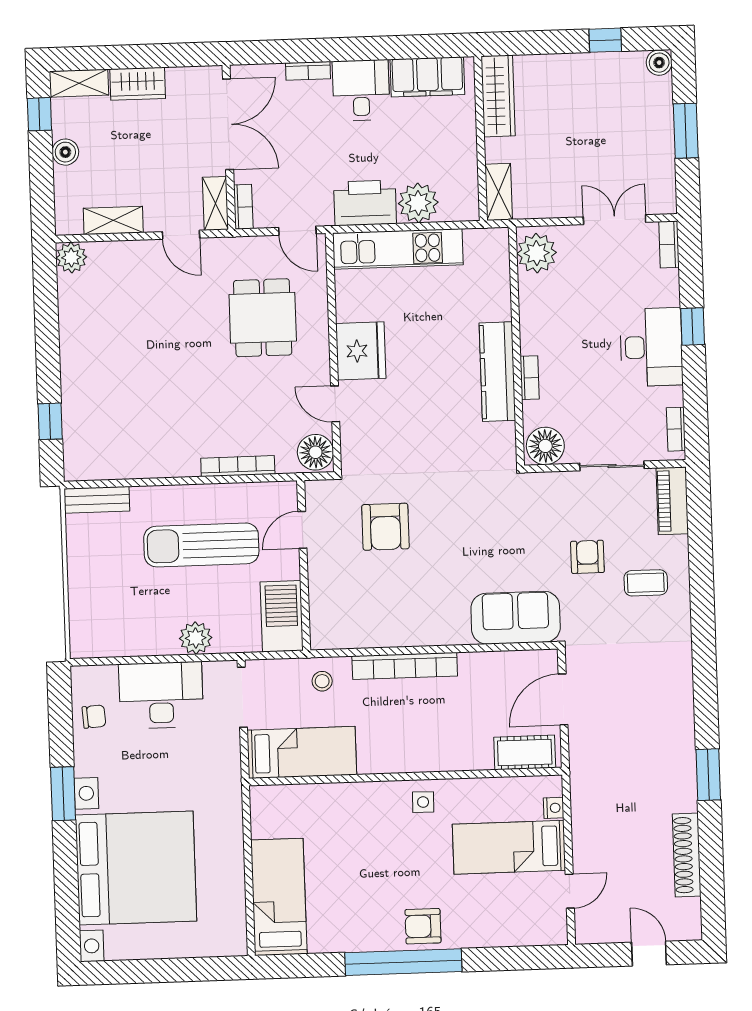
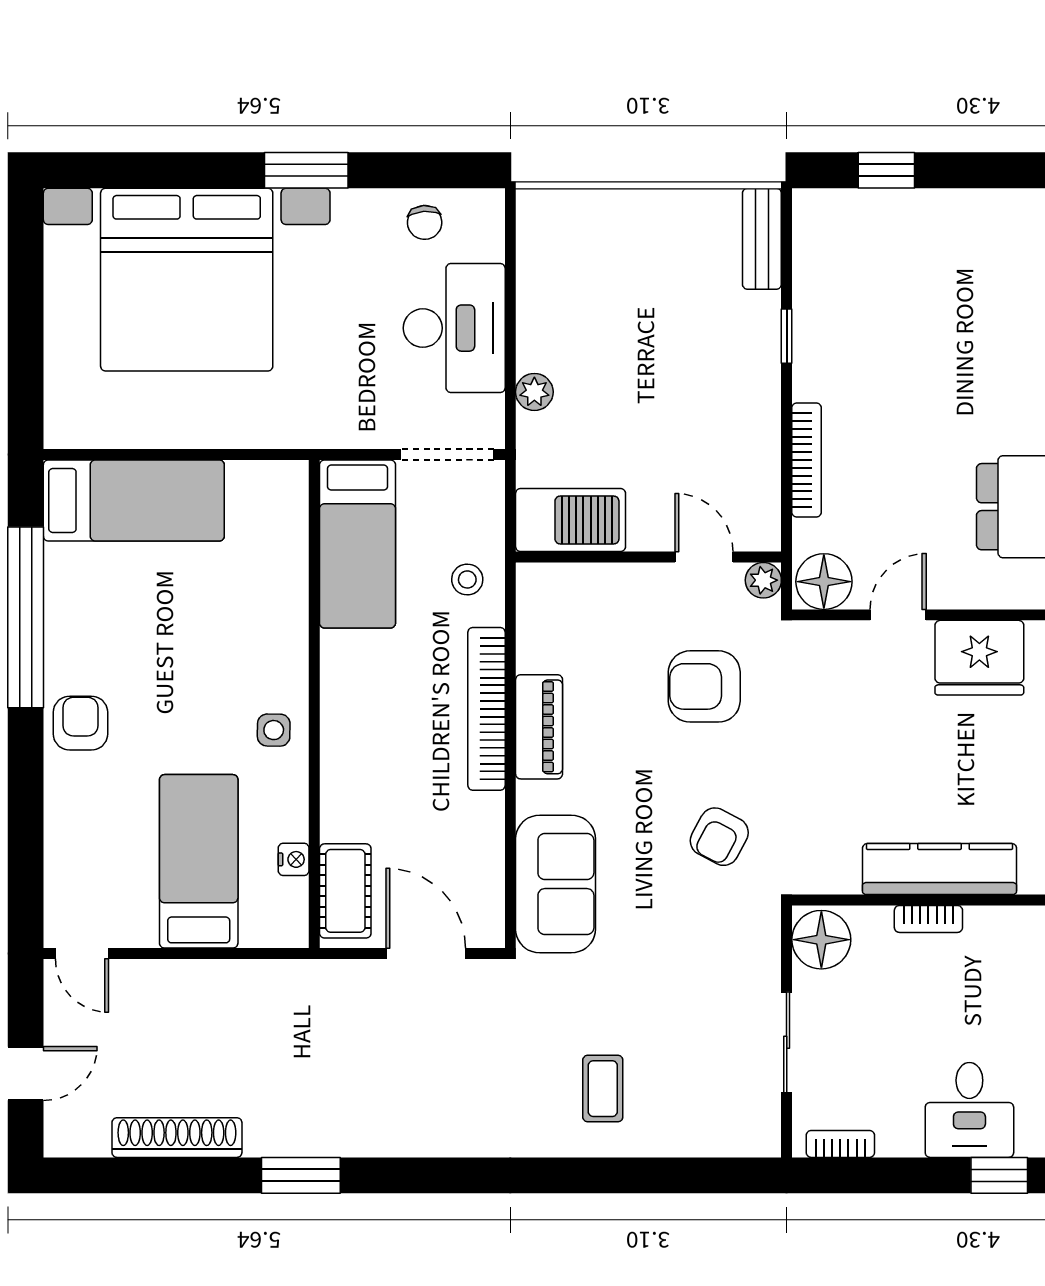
desk: (651, 347) -> (969, 1110), width x0.73
window: (159, 482) -> (787, 336), added
plant: (316, 491) -> (763, 580), added
piano: (672, 501) -> (539, 727), moved, turned 90
sun lounger: (201, 545) -> (686, 399), removed
armchair: (587, 557) -> (719, 837), moved, turned 118
plant: (196, 638) -> (534, 392), width x0.73, depth x0.73
nightstand: (554, 808) -> (294, 859), moved, turned -90
door: (570, 891) -> (82, 954), moved
window: (403, 962) -> (26, 617), moved

